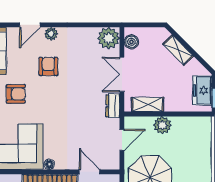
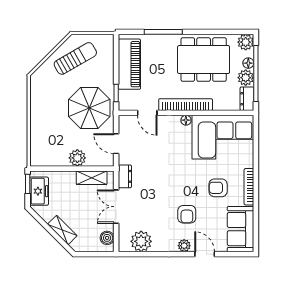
door: (30, 25) -> (205, 254), hinge flipped
plant: (109, 38) -> (141, 241), moved
double door: (122, 74) -> (116, 207), swing flipped
door: (122, 140) -> (116, 144), hinge flipped

